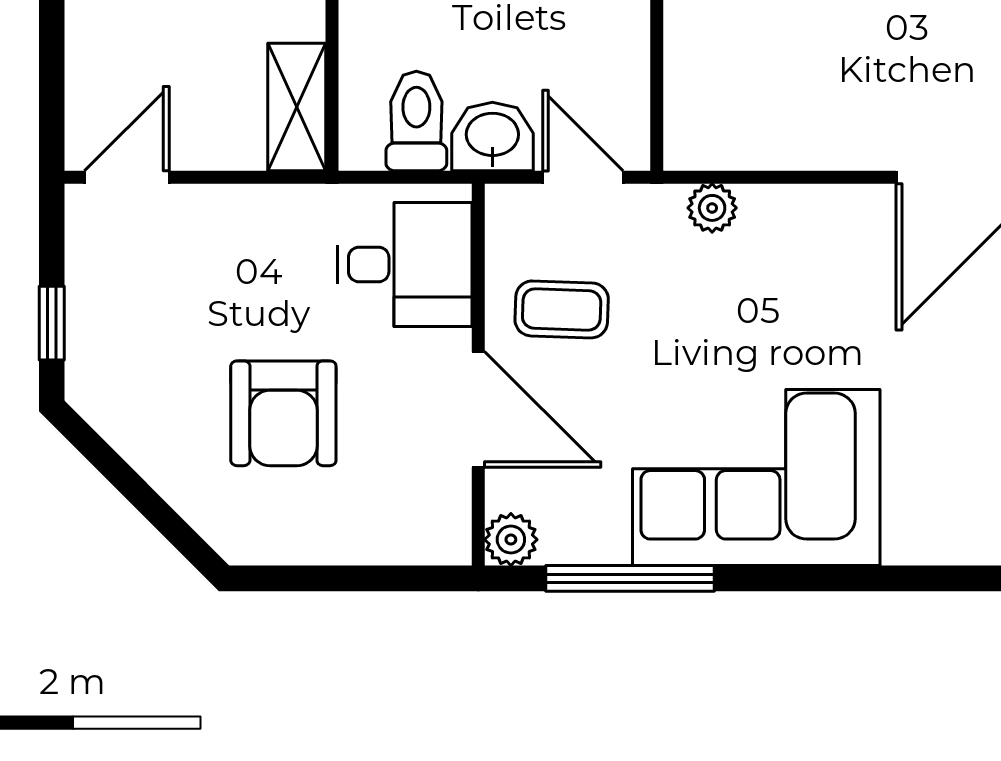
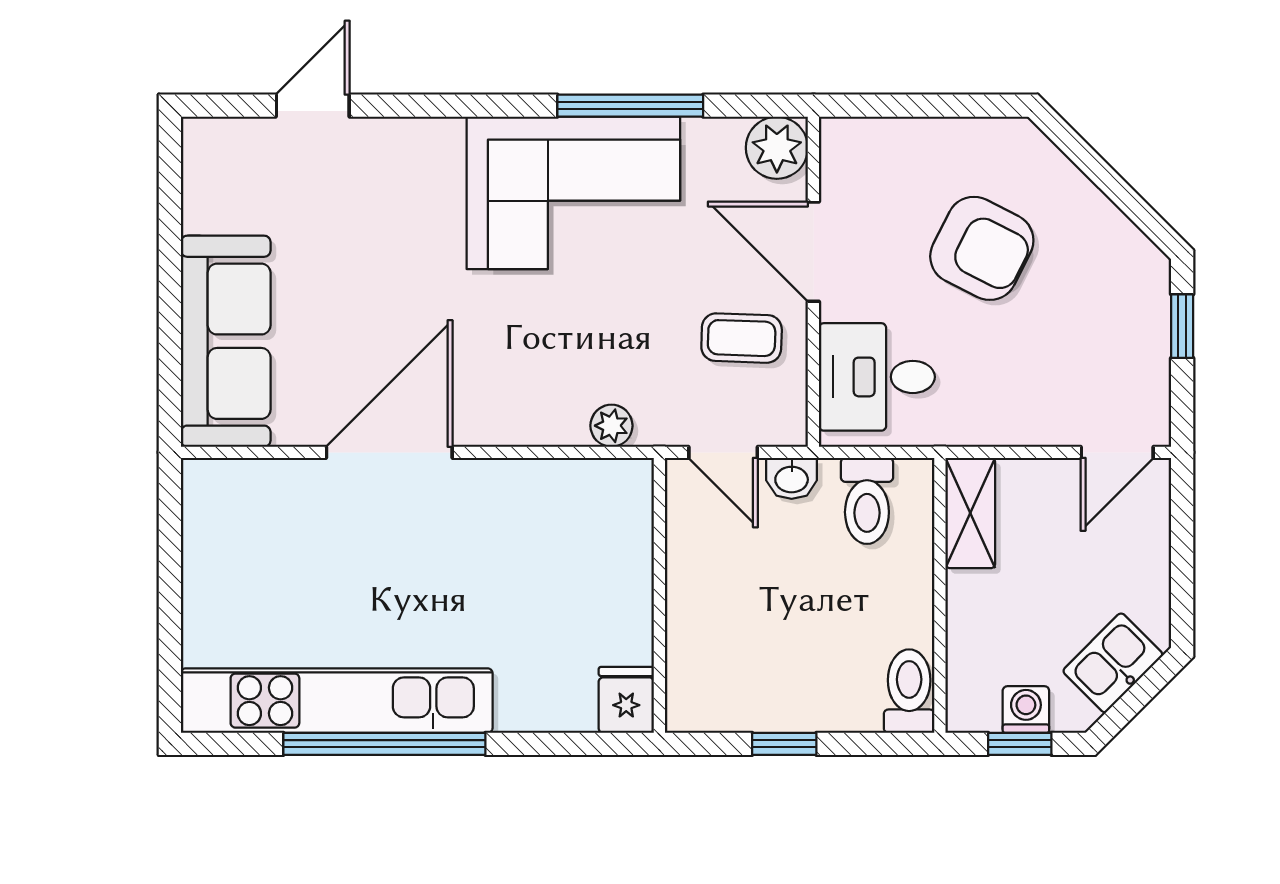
washbasin: (492, 136) -> (792, 478), width x0.72, depth x0.69
armchair: (283, 413) -> (982, 248), turned 117
plant: (511, 540) -> (777, 148), width x1.38, depth x1.38
window: (630, 578) -> (630, 106), moved

